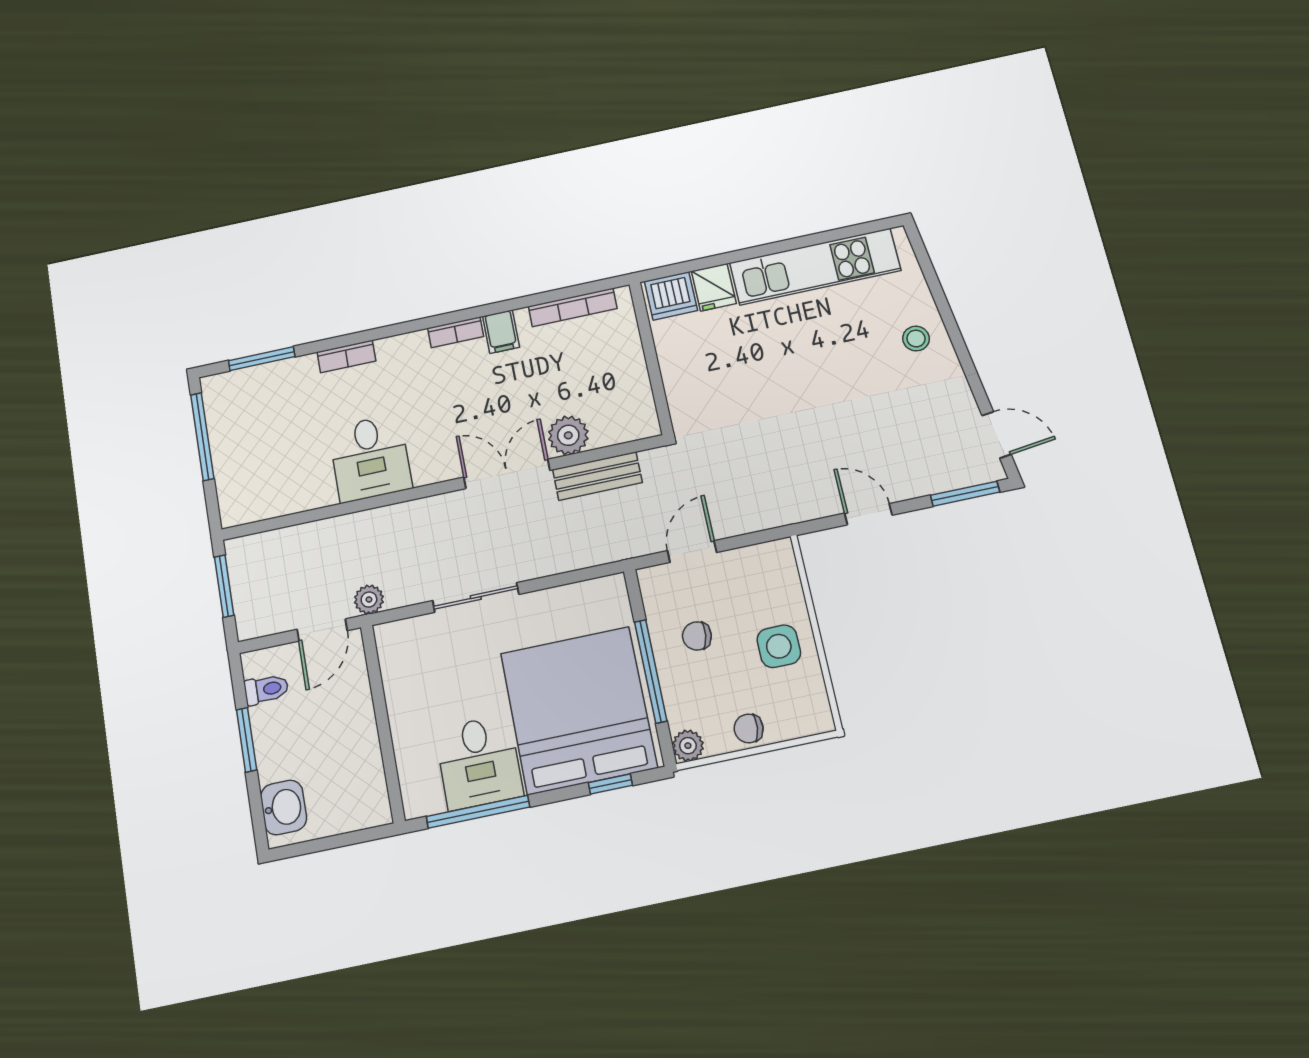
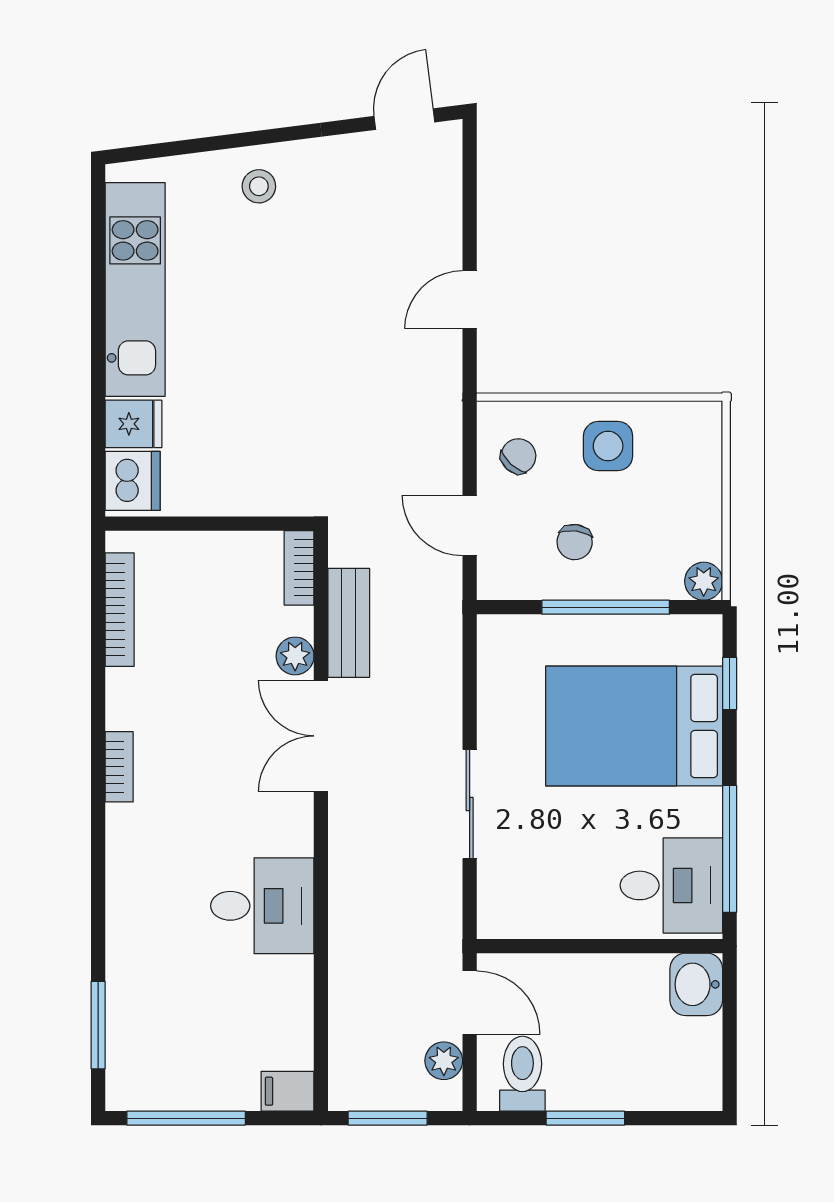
filing cabinet: (501, 332) -> (288, 1091), moved, turned 180
bookcase: (346, 356) -> (299, 568), moved, turned 180
plant: (568, 435) -> (295, 656), width x0.73, depth x0.73
window: (965, 494) -> (470, 176), removed
plant: (369, 600) -> (444, 1061), moved
toilet: (266, 689) -> (522, 1074), width x1.37, depth x1.39
bed: (578, 710) -> (634, 726), width x0.73
chair: (749, 728) -> (518, 456), moved, turned -144
desk: (479, 762) -> (671, 885), moved
washbasin: (284, 807) -> (696, 984), moved, turned -90

